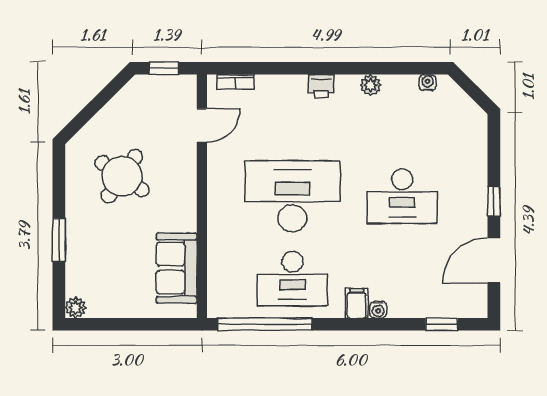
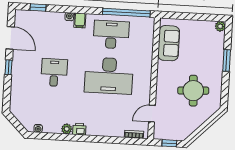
printer: (321, 86) -> (79, 129), moved
round table: (122, 176) -> (193, 91), turned -37
desk: (402, 196) -> (54, 72), width x0.73
door: (494, 260) -> (10, 38), hinge flipped

